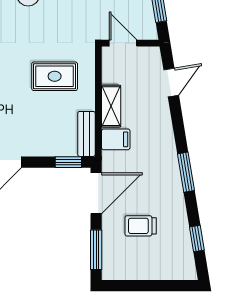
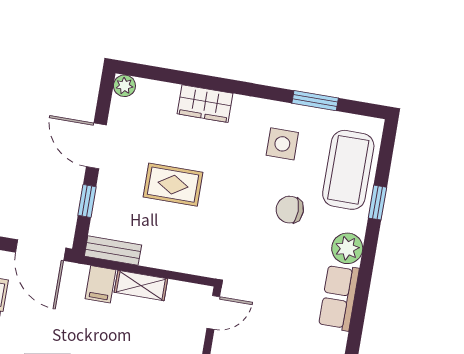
rug: (55, 76) -> (173, 185), moved, turned 90
window: (68, 162) -> (87, 201), moved

